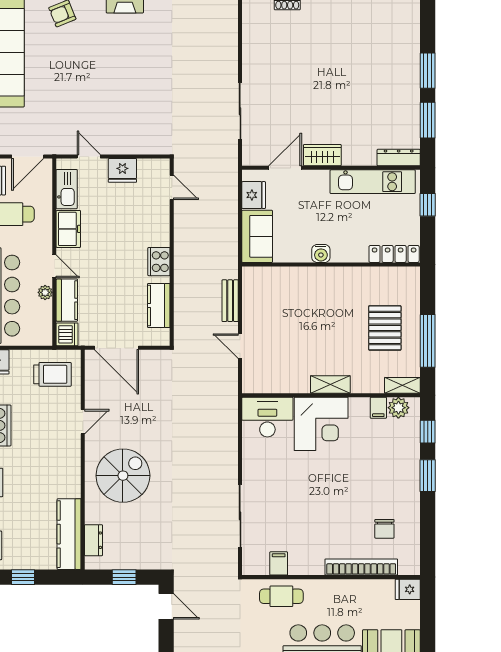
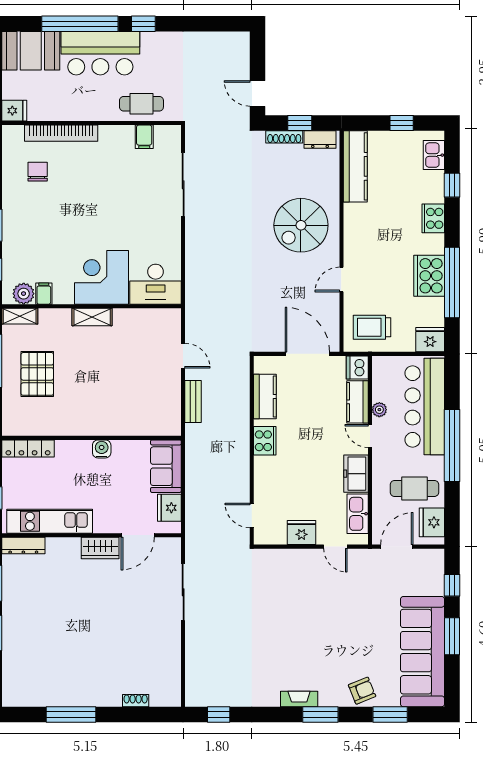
dresser: (93, 540) -> (320, 140), moved, turned -90
shoe rack: (140, 563) -> (284, 137), added

